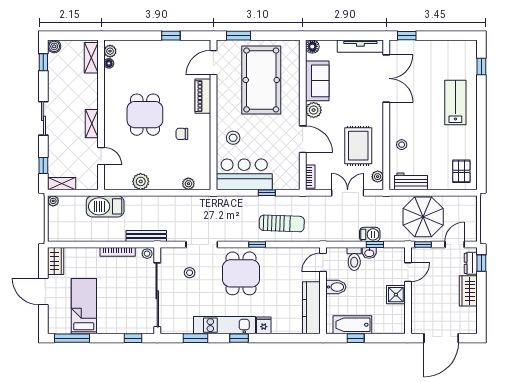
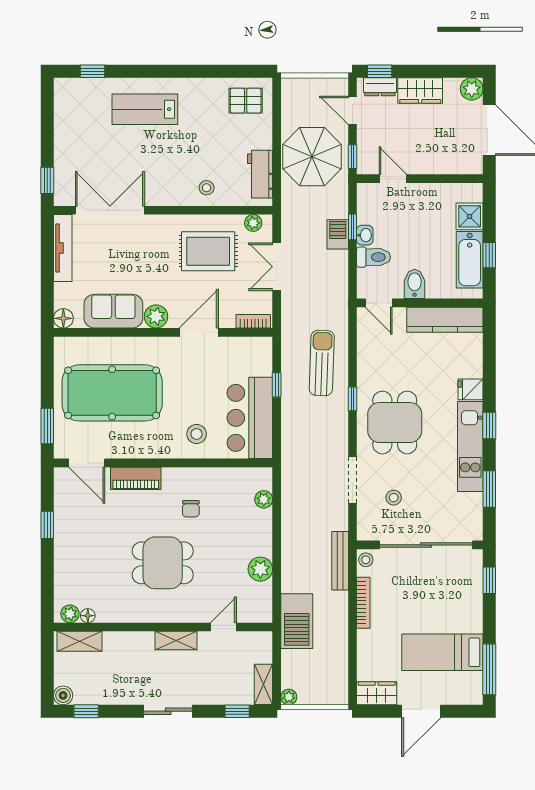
dining table: (241, 273) -> (395, 423), turned 90
shower: (396, 295) -> (470, 216), moved
plant: (469, 326) -> (472, 89), added

